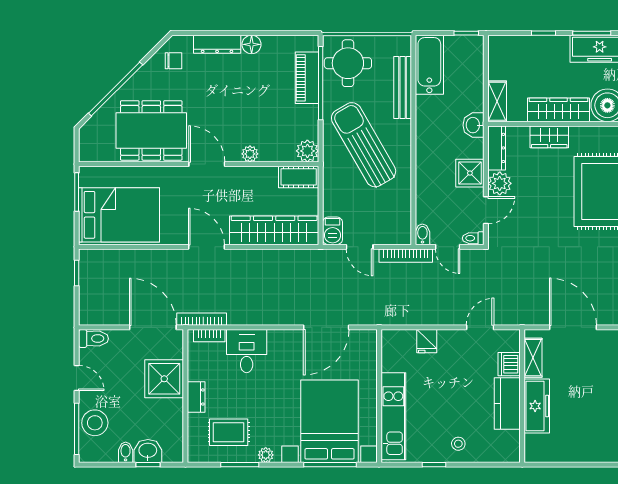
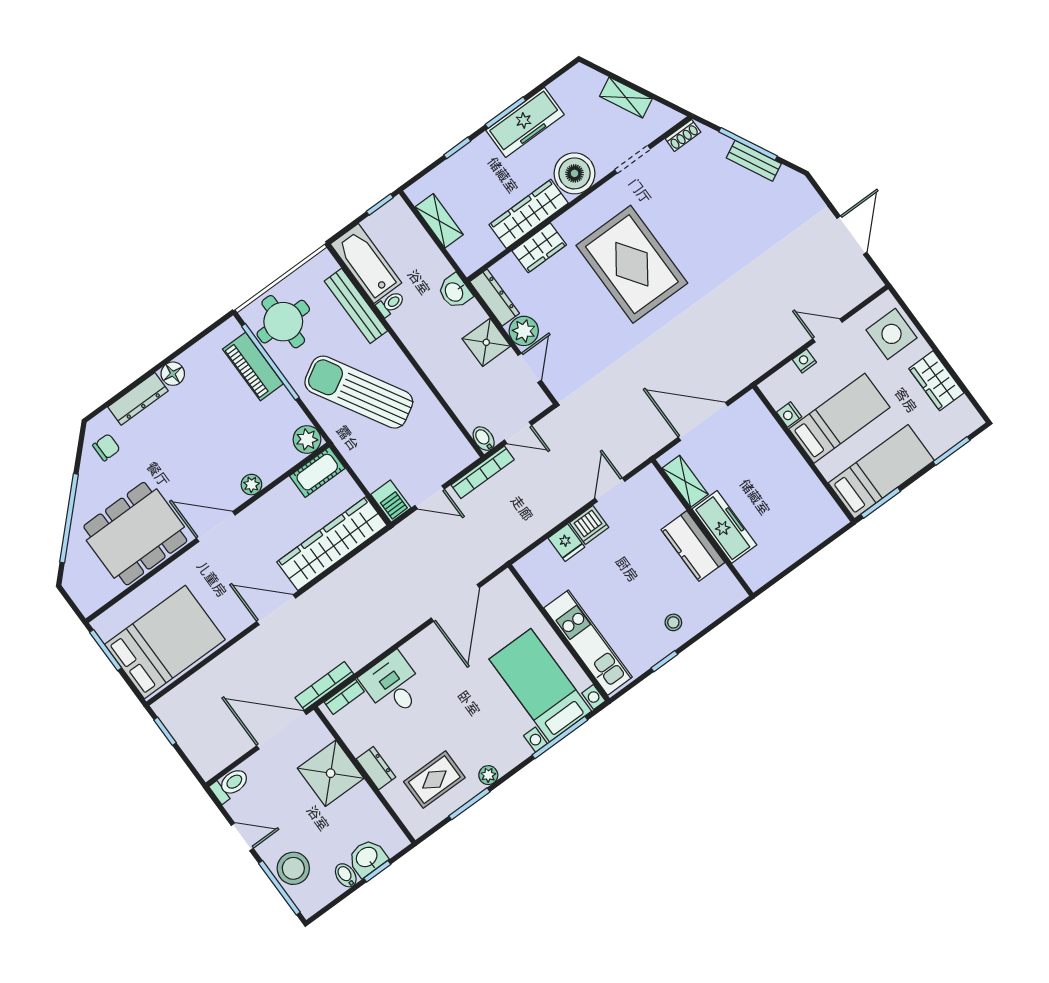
shelving: (497, 101) -> (439, 221), moved
toilet: (473, 238) -> (391, 304), moved, turned 180
dishwasher: (509, 364) -> (589, 525), moved, turned -90
bed with nightstands: (329, 421) -> (540, 685), width x0.73

